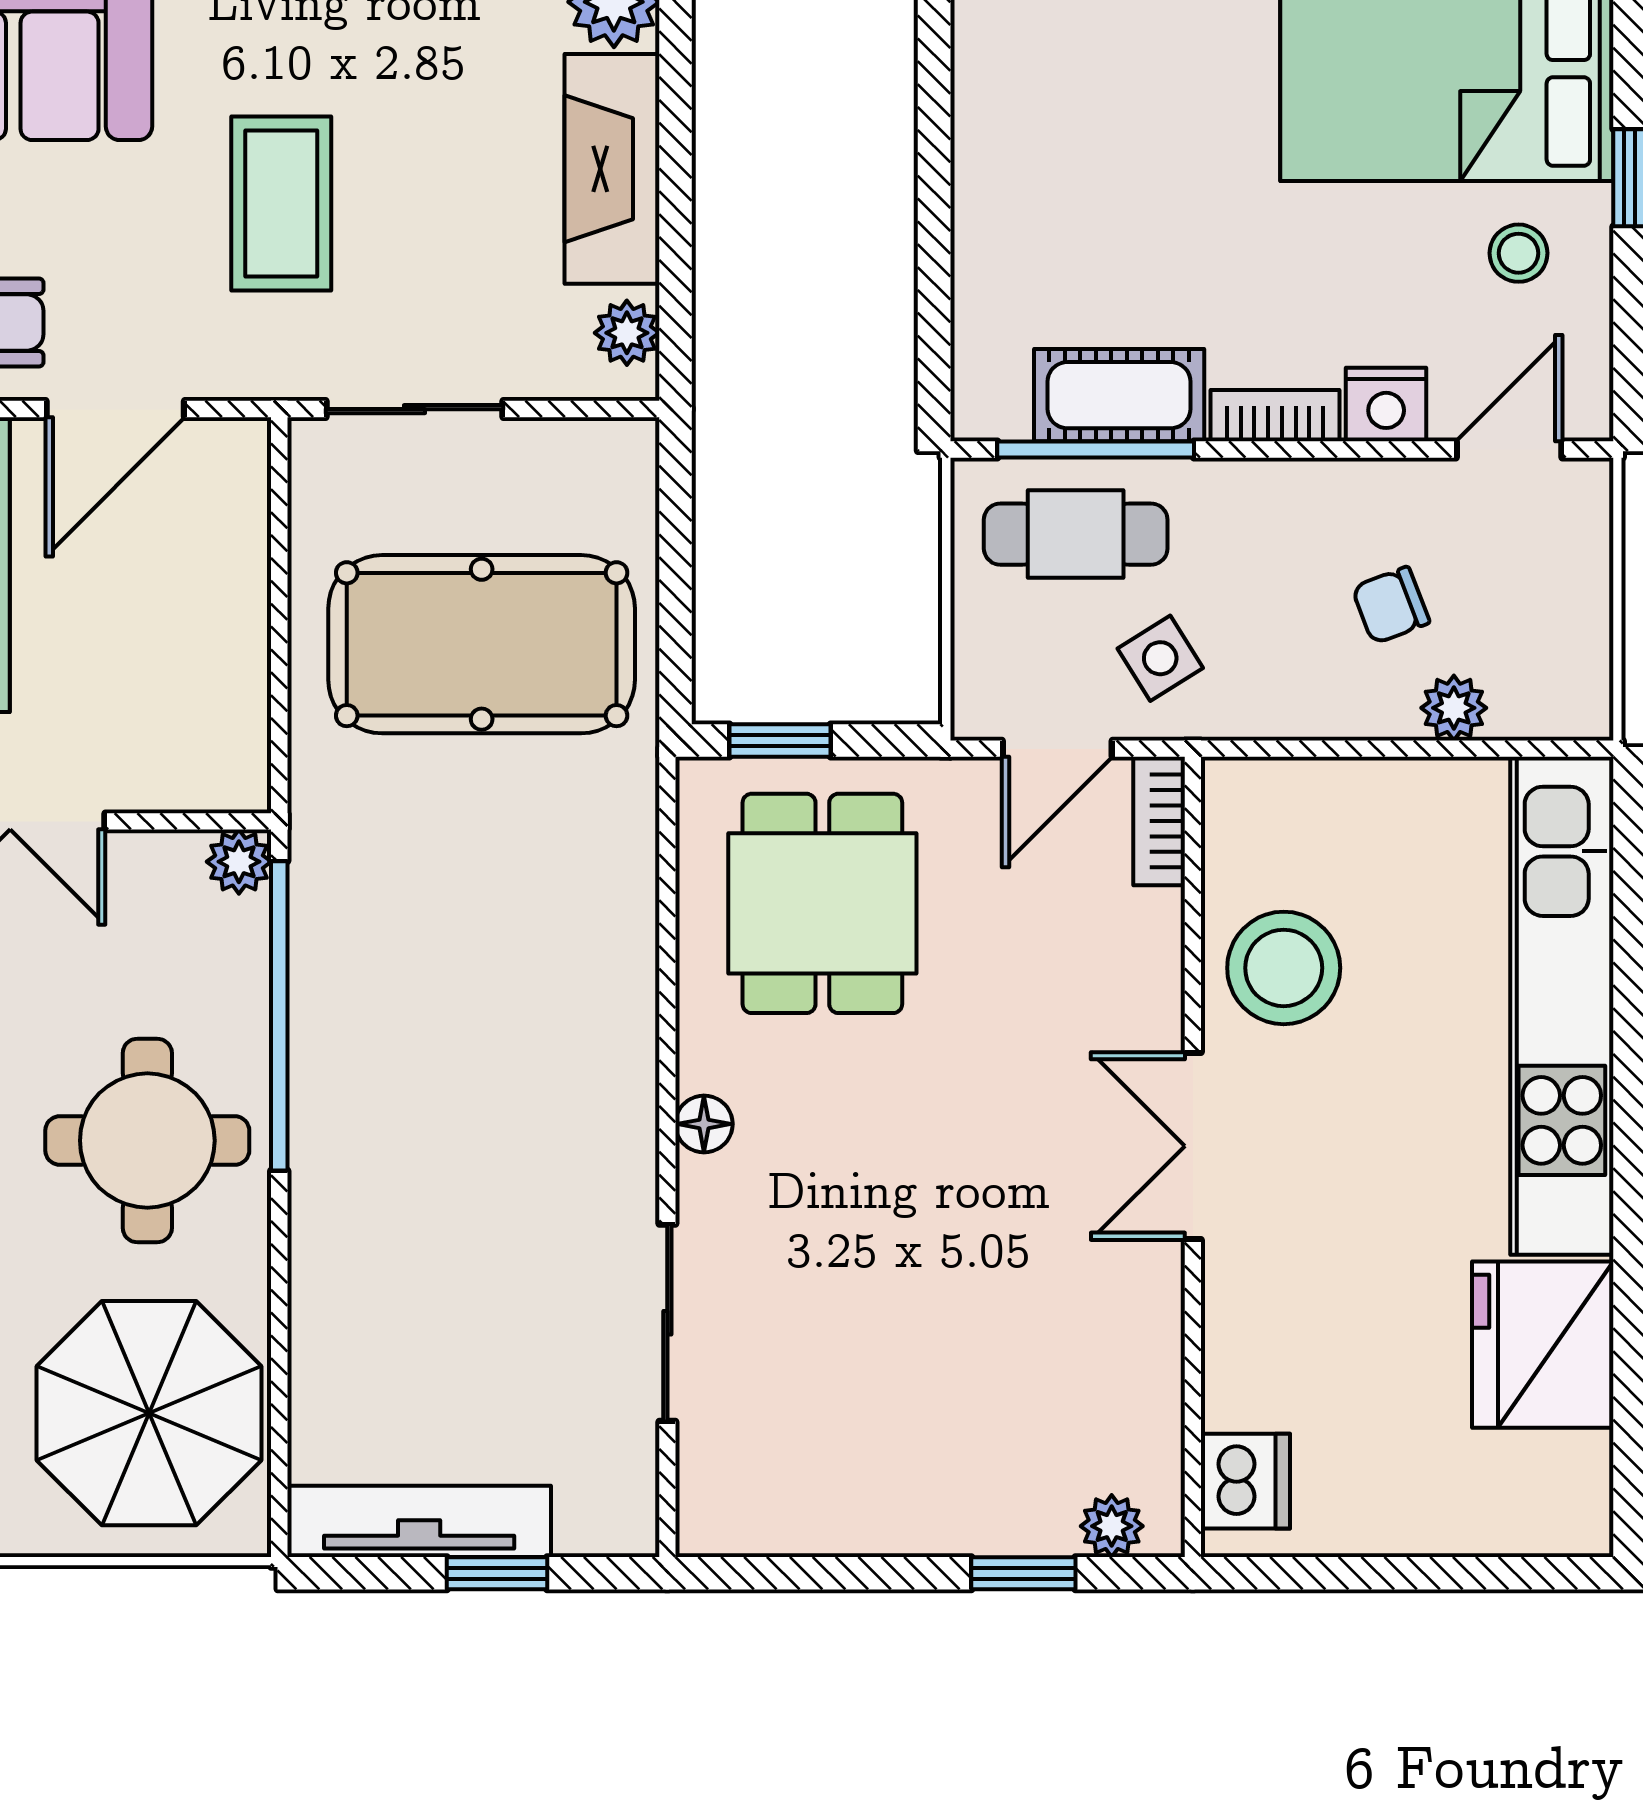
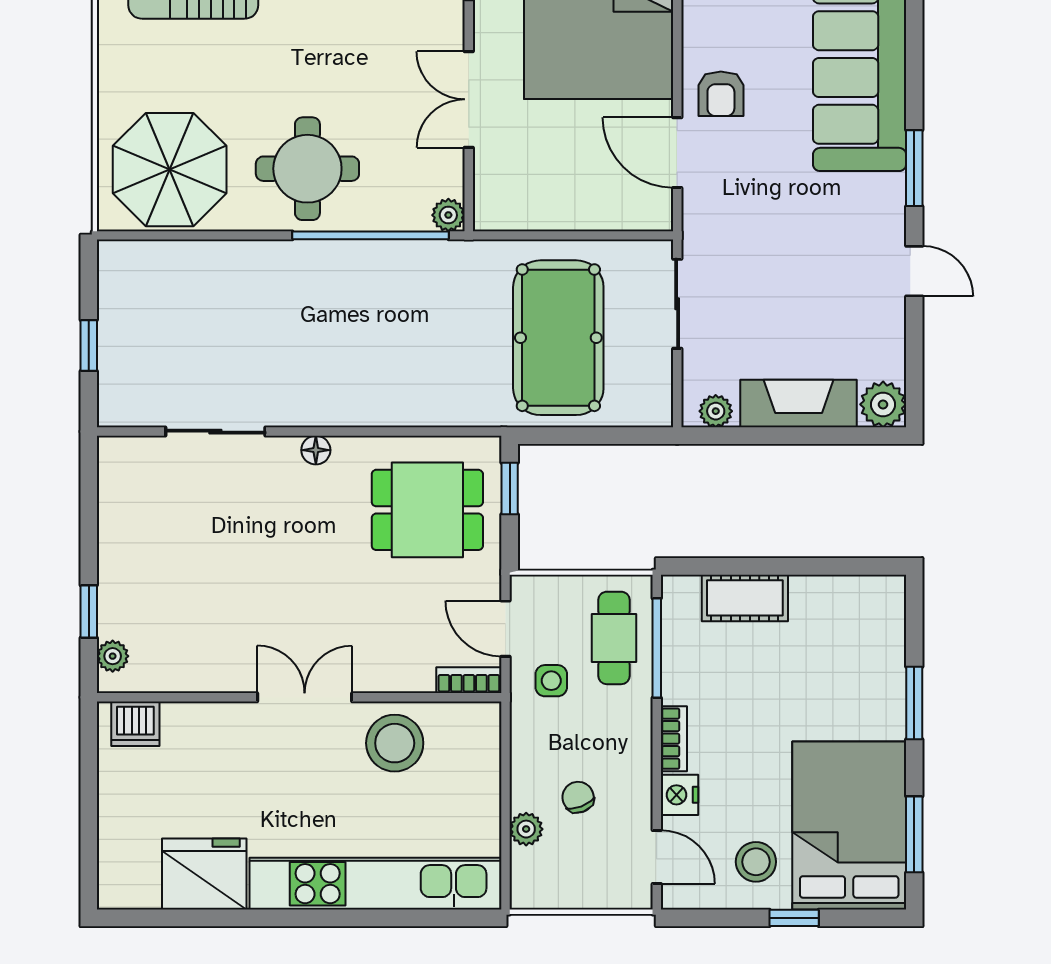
coffee table: (281, 204) -> (781, 236), removed
stool: (1519, 253) -> (756, 862), width x1.37, depth x1.37
cot: (1119, 395) -> (745, 598), moved, turned 90
side table: (1160, 658) -> (551, 681), turned 32
tv unit: (419, 1521) -> (115, 306), removed

